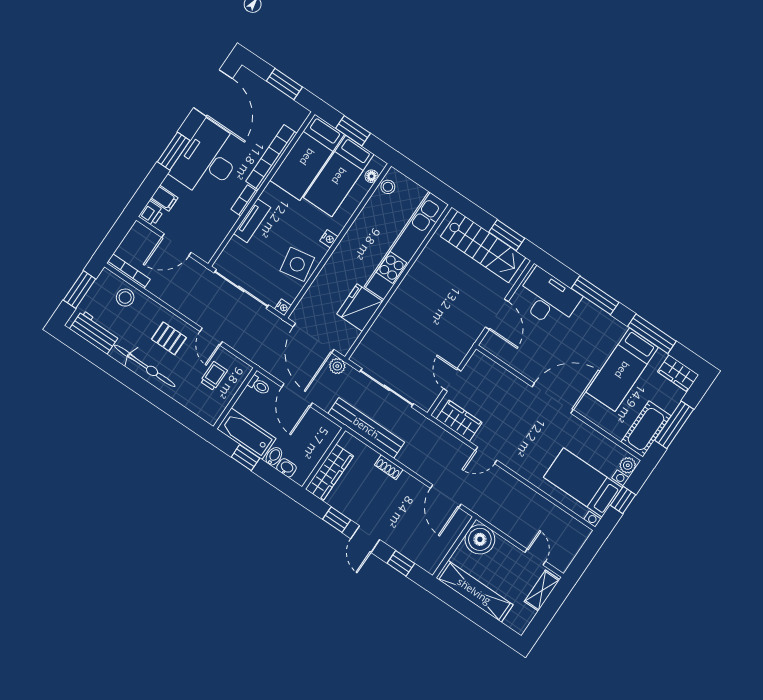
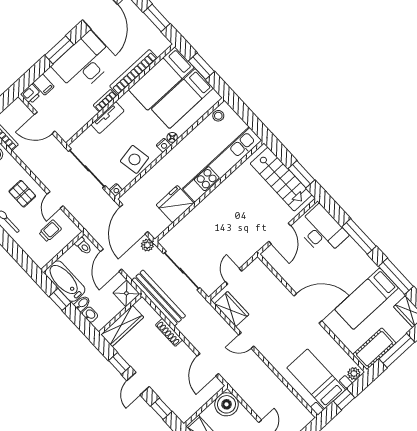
floor lamp: (372, 176) -> (172, 137), moved
shower: (325, 431) -> (126, 293), added
shoe rack: (389, 467) -> (169, 332), width x1.43

